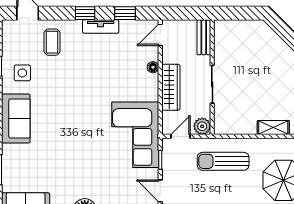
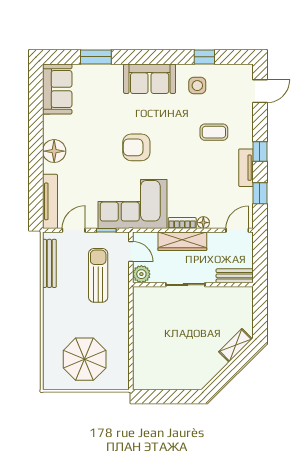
door: (160, 35) -> (237, 230), hinge flipped
coffee table: (52, 42) -> (214, 132), moved
bookcase: (153, 87) -> (182, 223), added
shelving: (273, 128) -> (236, 345), moved, turned 45
armchair: (81, 131) -> (136, 147), added
sun lounger: (223, 161) -> (98, 275), moved

